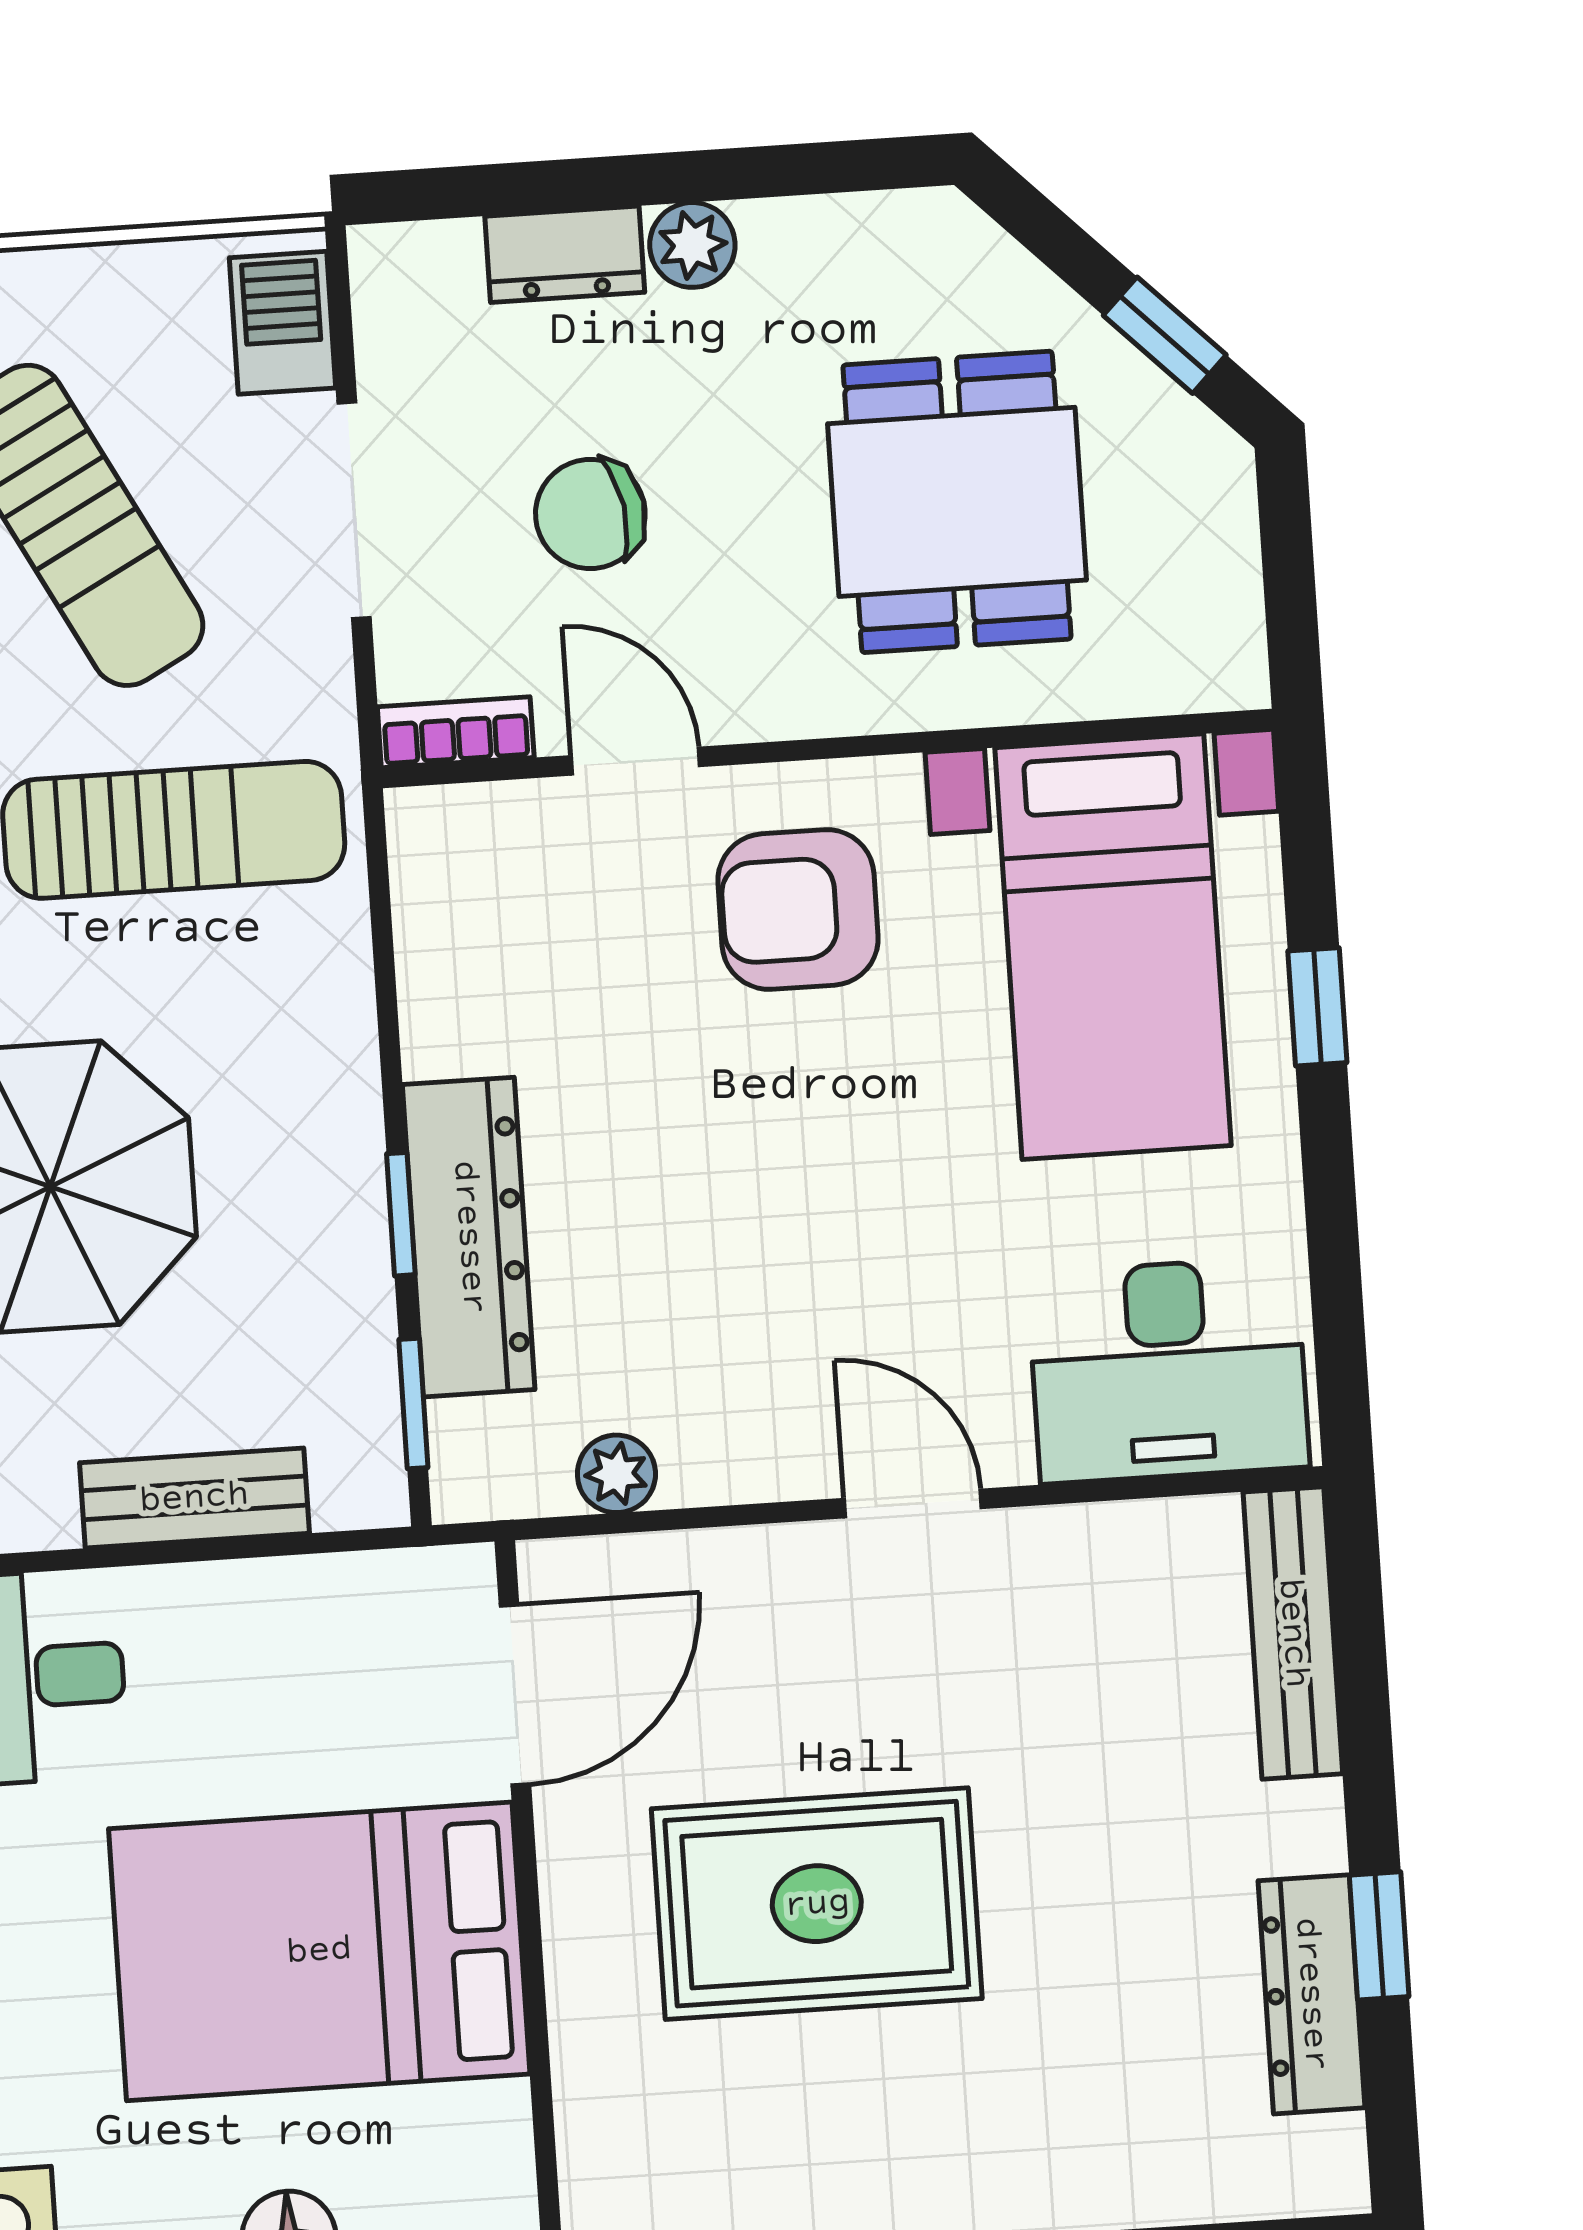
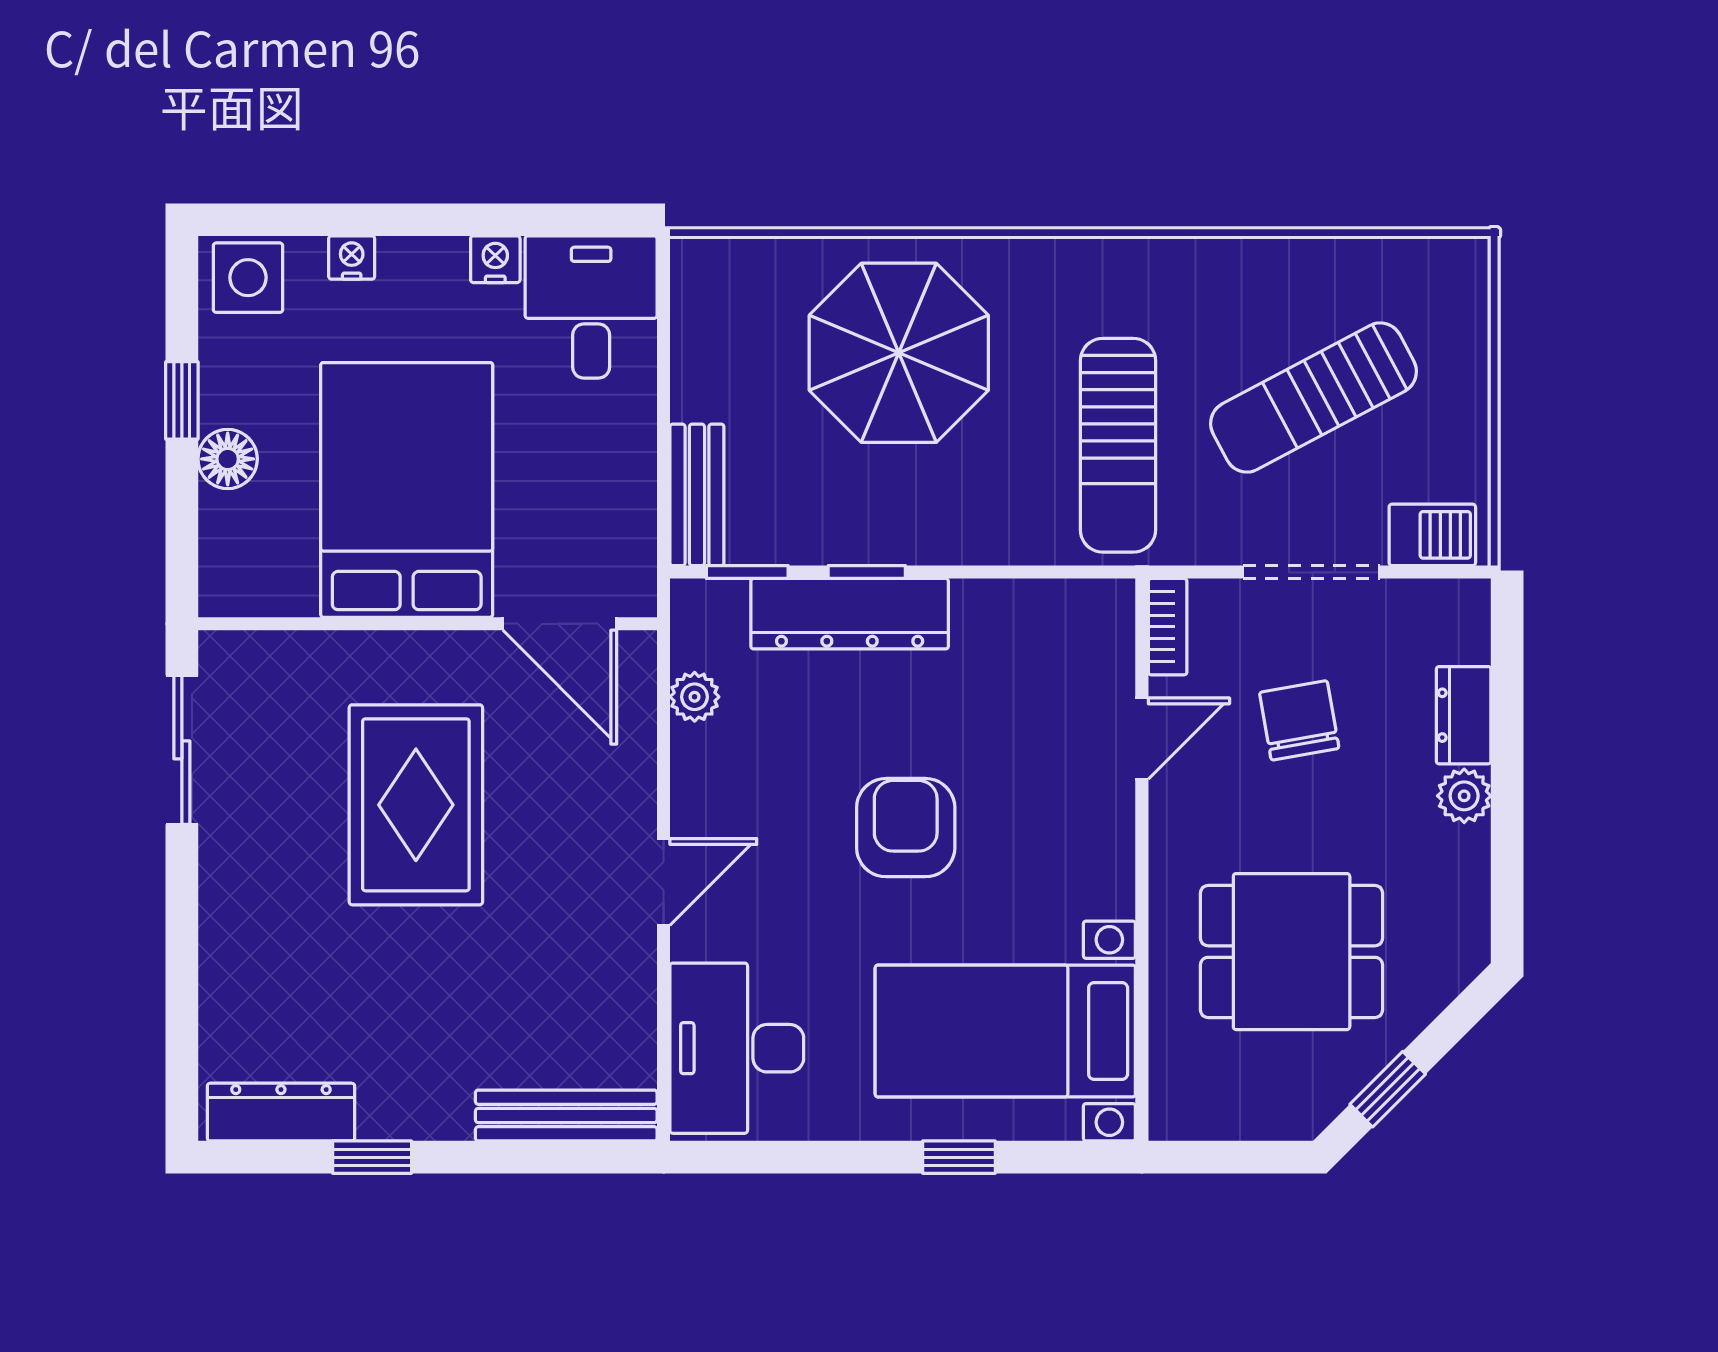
armchair: (798, 910) -> (906, 828), moved
bench: (194, 1498) -> (697, 495), moved
dresser: (1311, 1994) -> (281, 1112), moved

